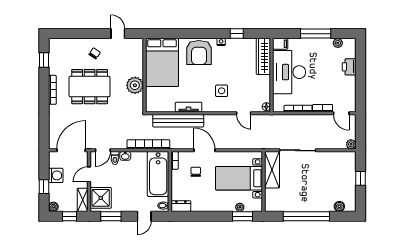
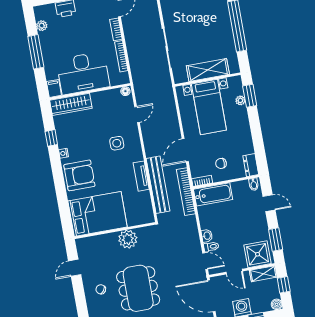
bookcase: (148, 144) -> (186, 192), moved
shelving: (272, 170) -> (208, 70), moved
chair: (196, 172) -> (221, 163), moved
bathtub: (158, 174) -> (213, 194), width x0.73, depth x0.73

